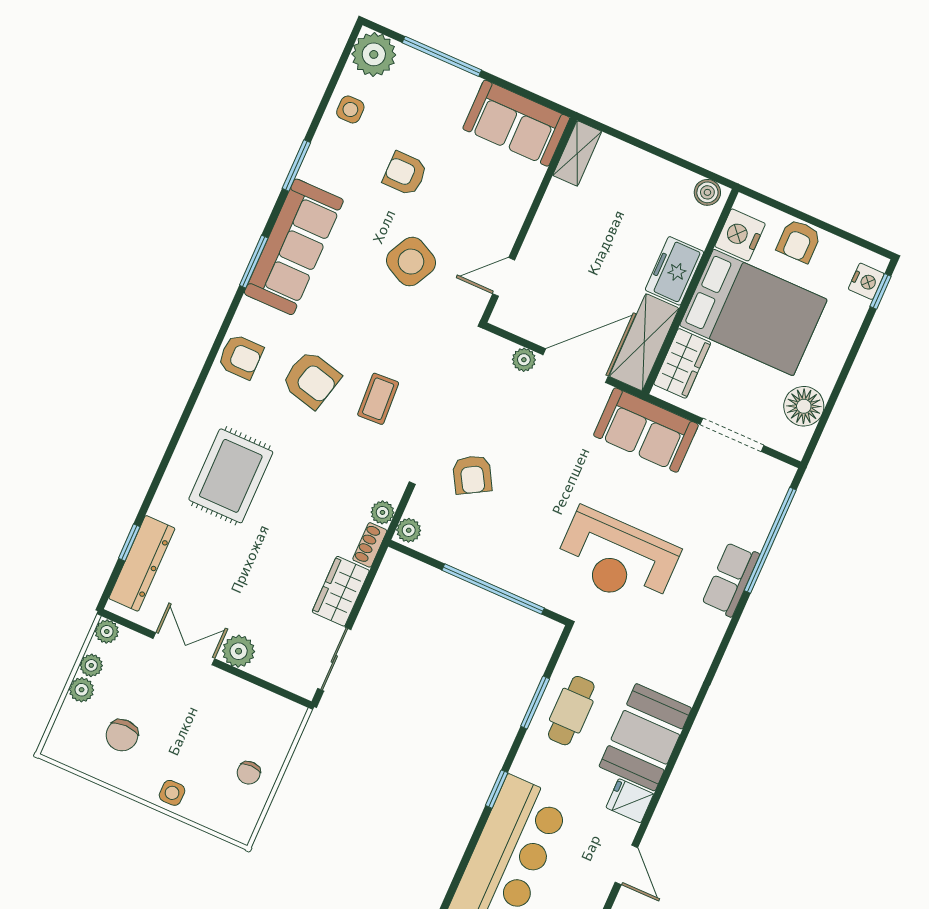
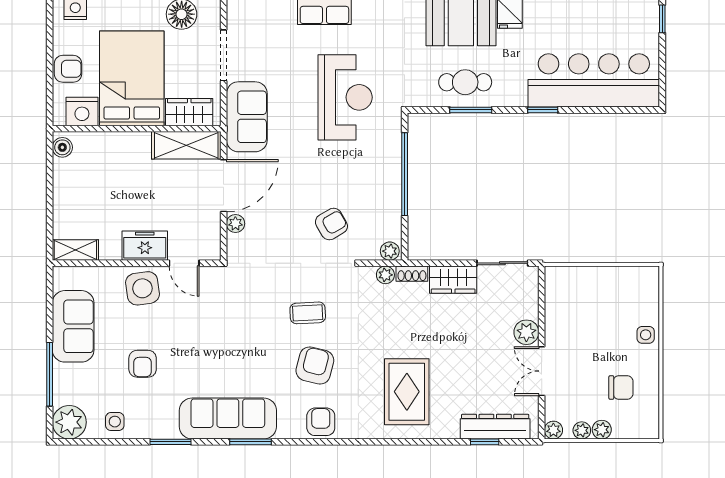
sofa: (516, 123) -> (73, 326), moved
side table: (411, 262) -> (142, 288), moved, turned -35
freezer: (674, 271) -> (145, 246), moved, turned 180
door: (576, 366) -> (224, 186), swing flipped
rug: (231, 476) -> (407, 392), turned 90
chair: (249, 773) -> (608, 288), removed

